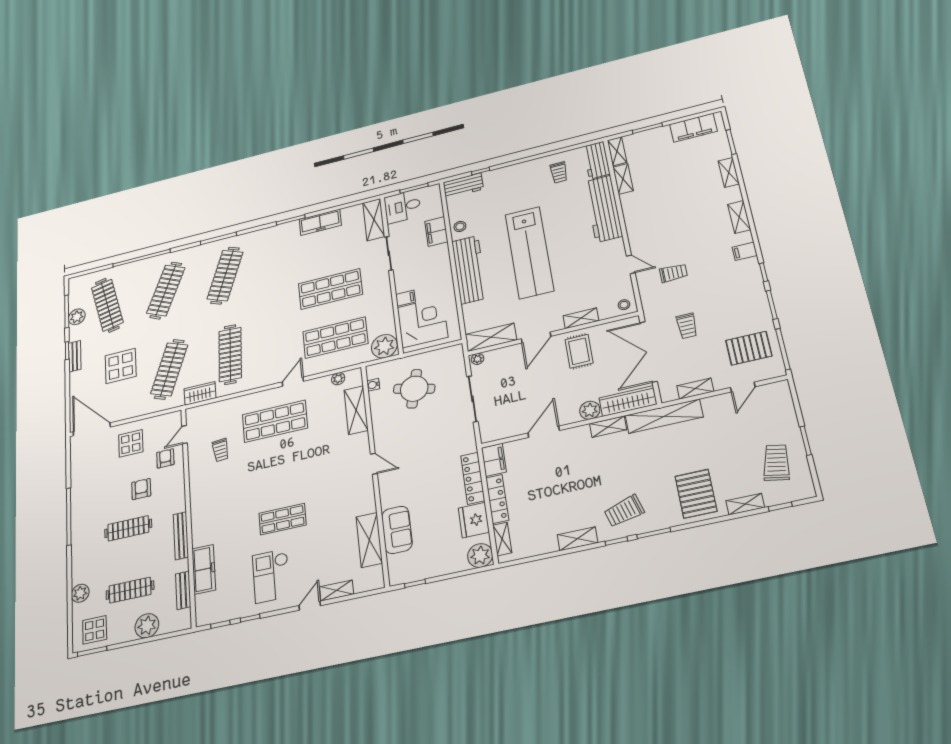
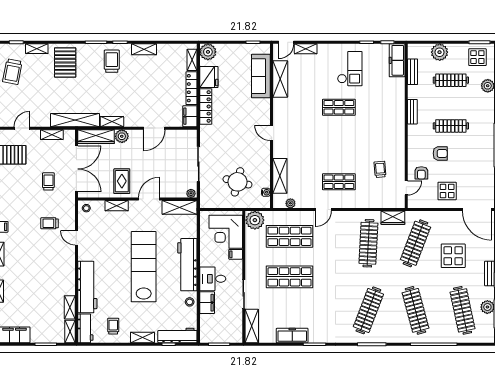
shelving: (517, 170) -> (142, 337), added
workbench: (463, 186) -> (177, 335), width x1.37
desk: (403, 207) -> (213, 279), moved, turned 180
clothes rail: (166, 290) -> (415, 310), turned -39
shop shelf: (275, 421) -> (339, 182), width x0.70, depth x0.74
armchair: (141, 489) -> (440, 153), turned -90
trolley: (624, 511) -> (112, 61), turned -74
sofa: (397, 530) -> (261, 76), width x1.36
bench: (181, 536) -> (412, 112), width x0.73
freezer: (204, 569) -> (397, 60), moved
door: (310, 606) -> (286, 42), moved

